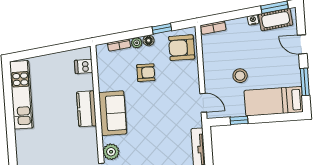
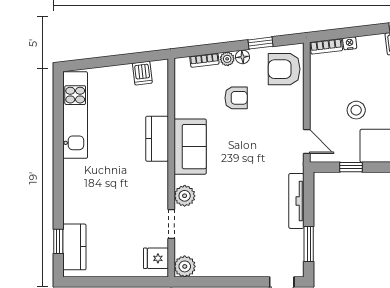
nightstand: (253, 20) -> (350, 43), moved
dishwasher: (84, 66) -> (142, 73), moved, turned -97

